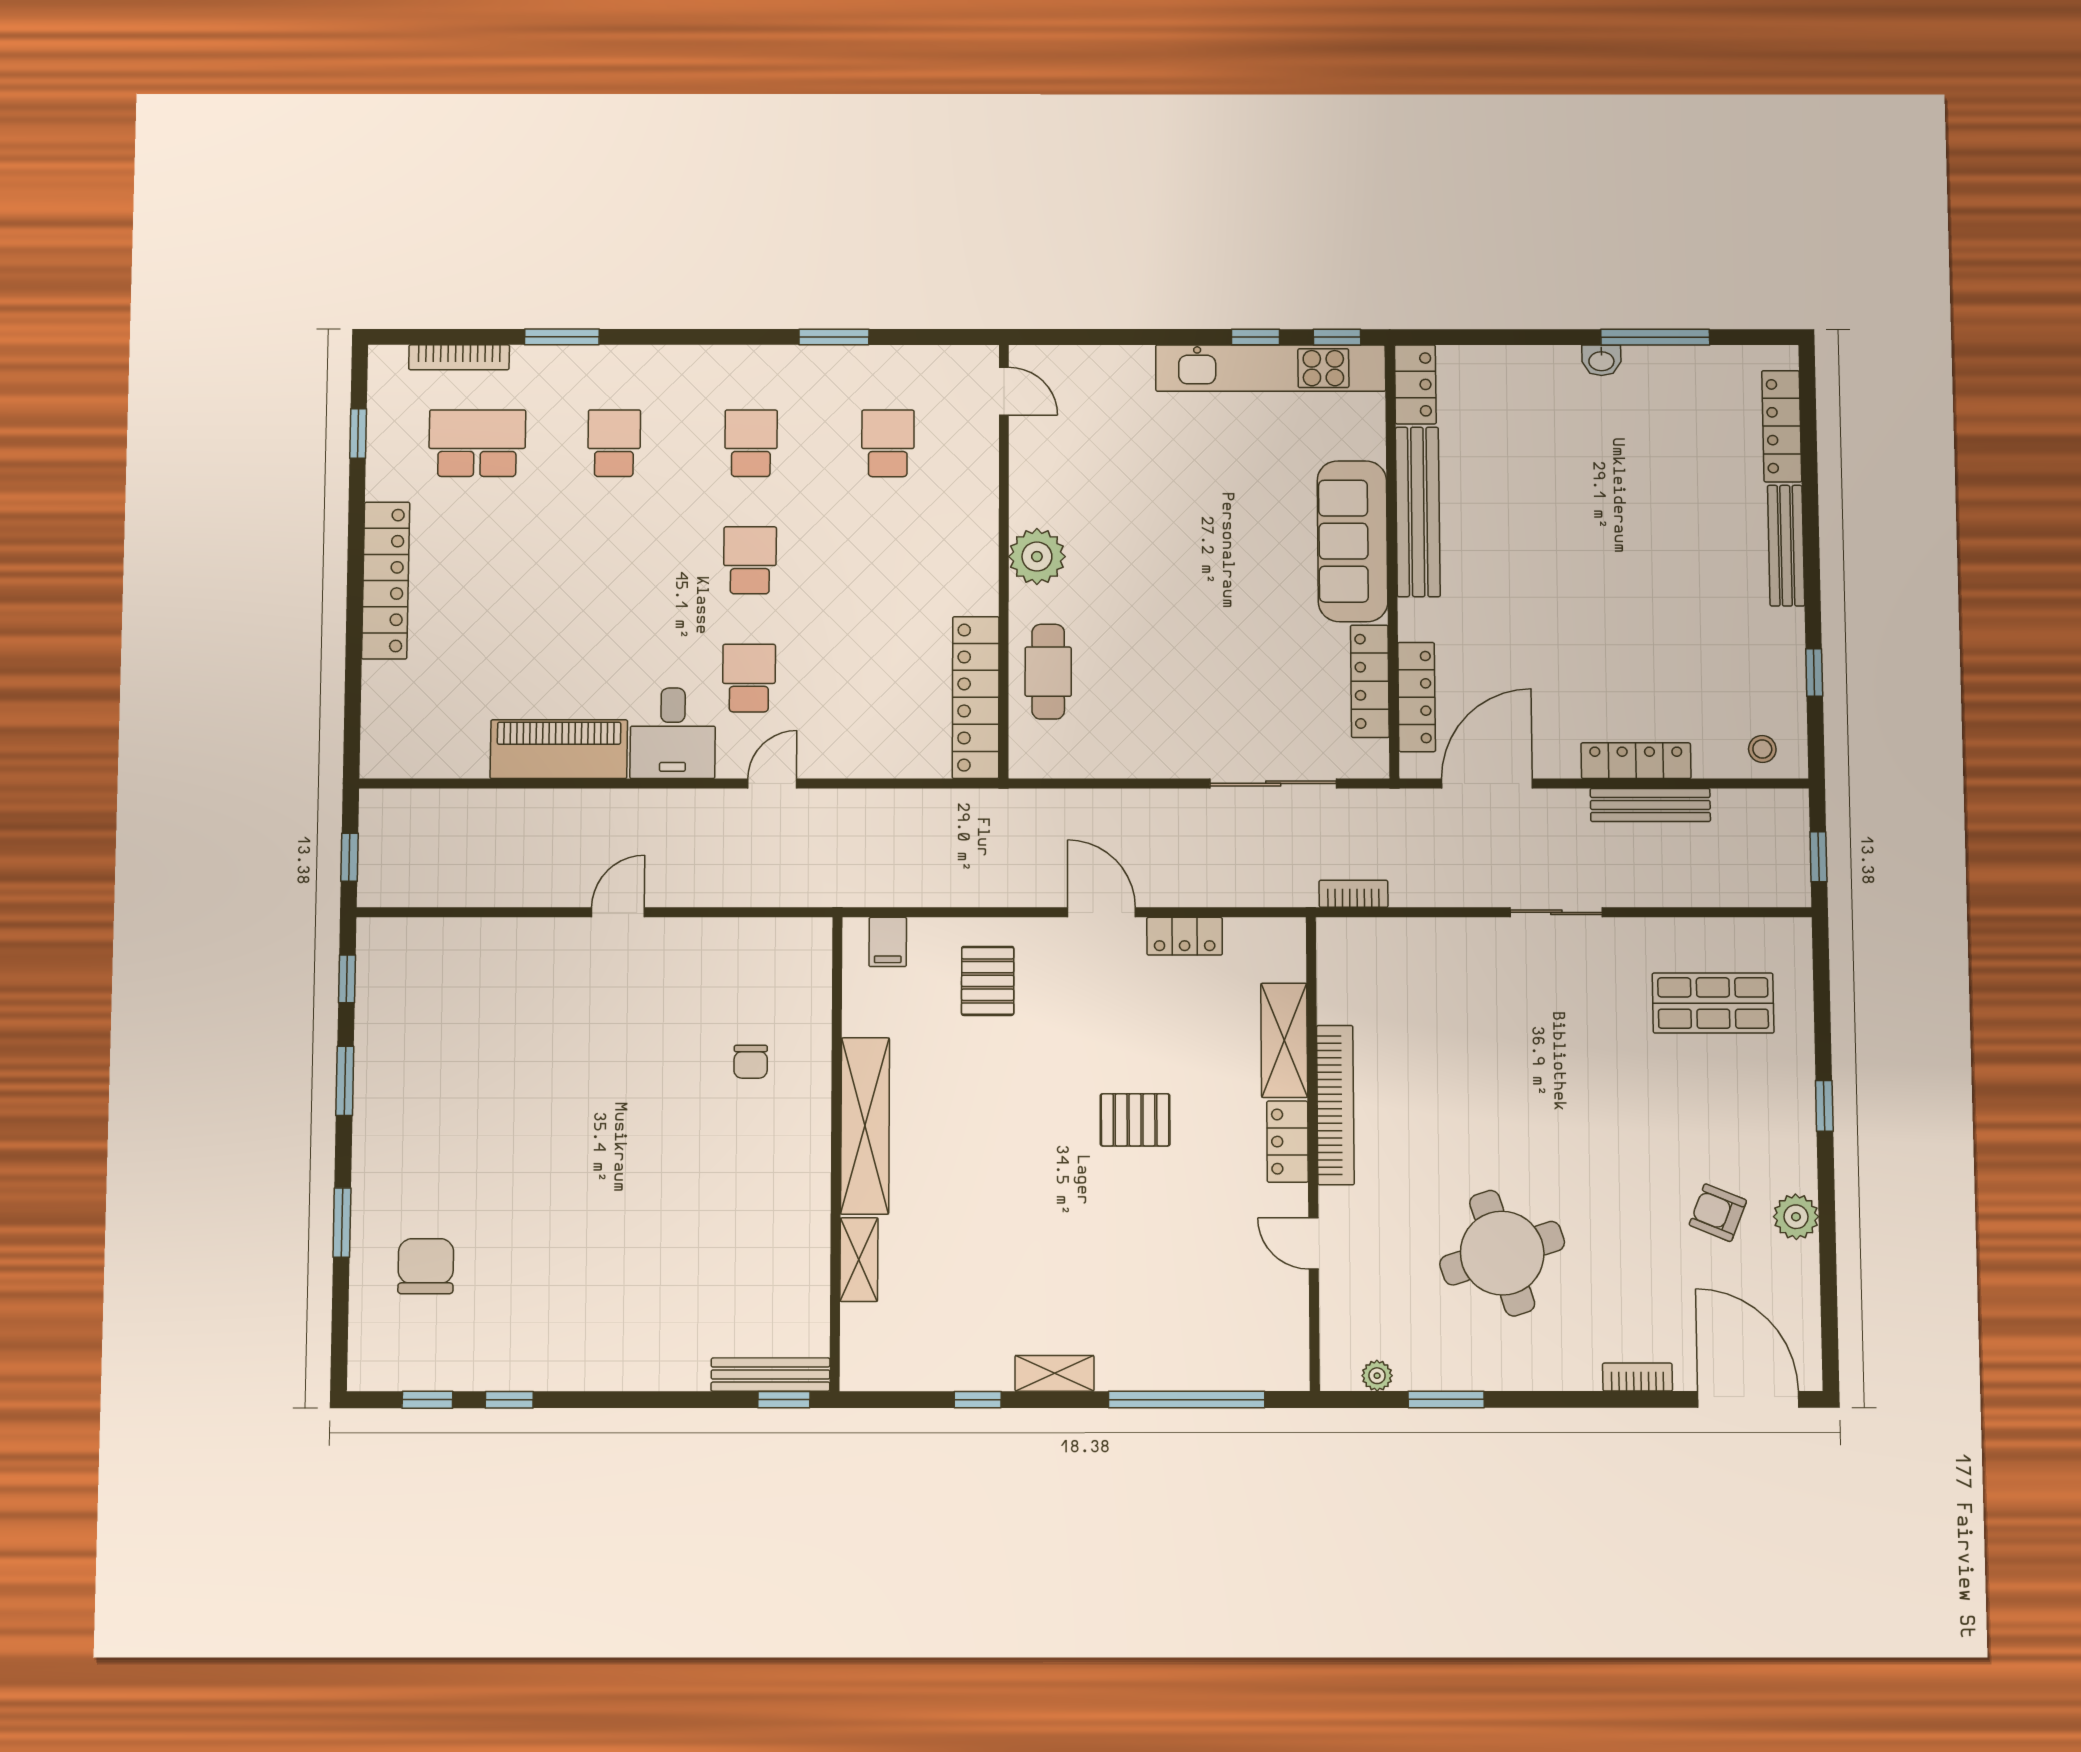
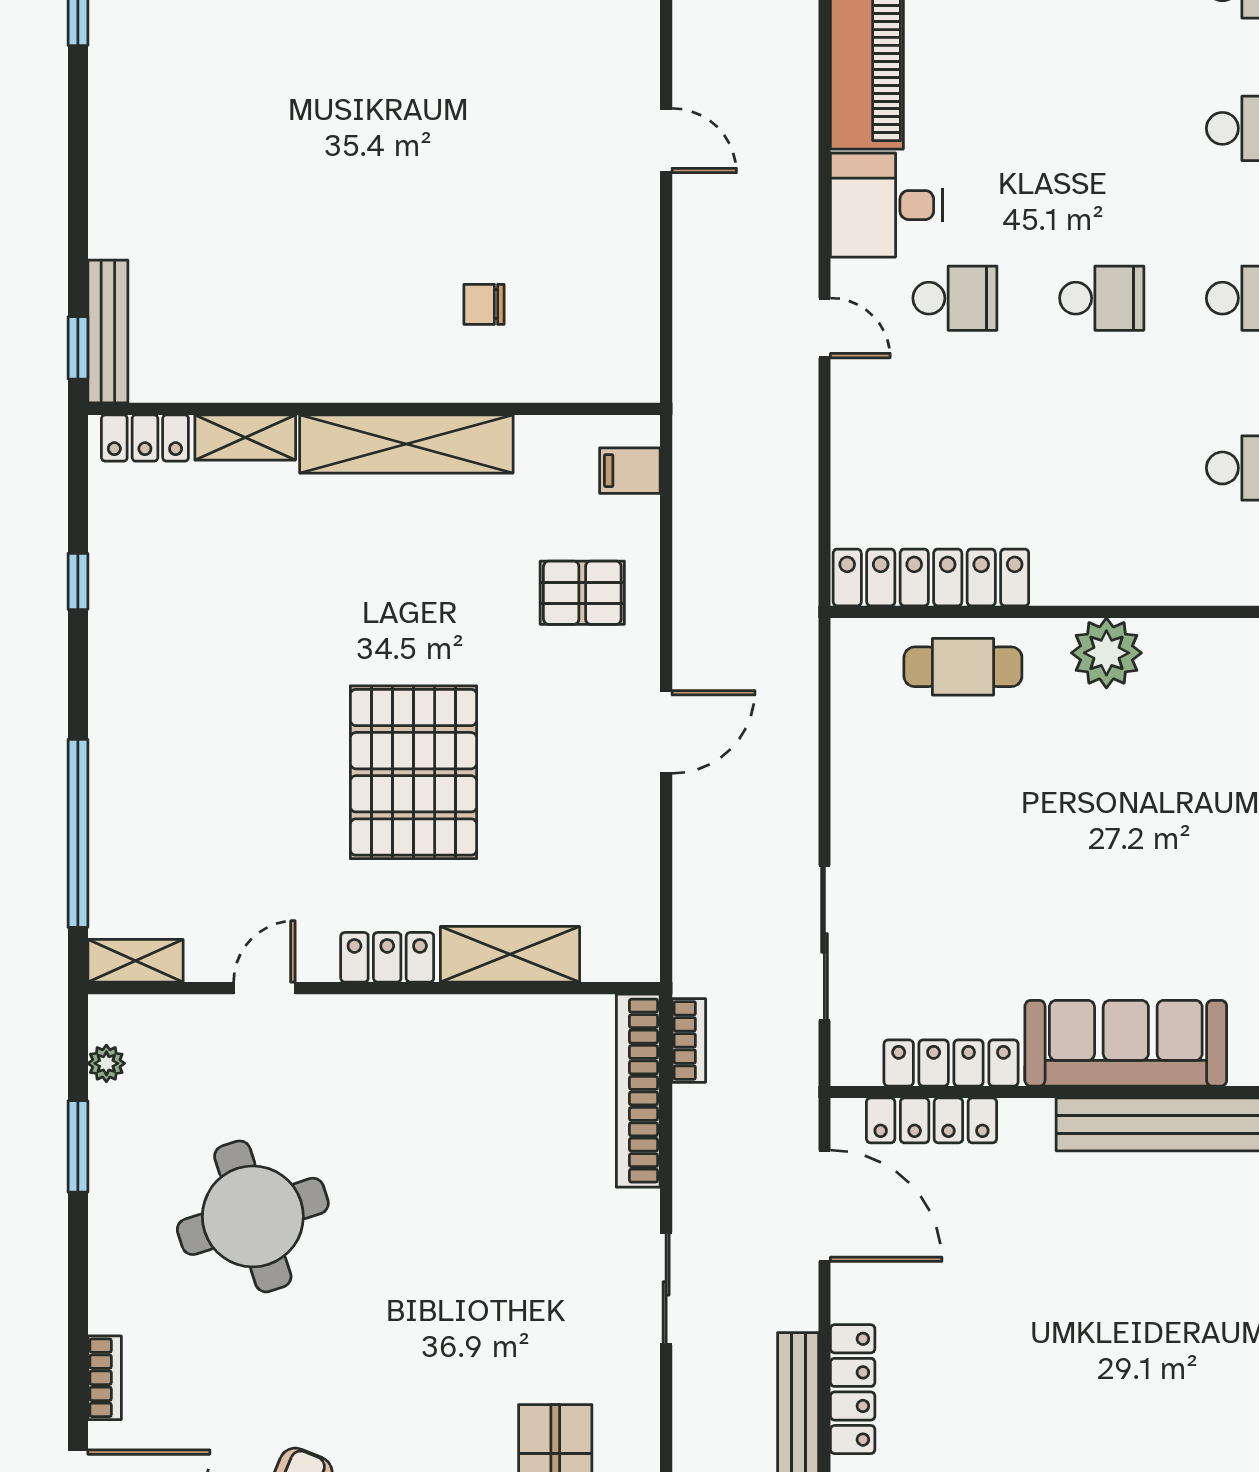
locker: (1185, 936) -> (145, 438), moved, turned -90
bookcase: (1335, 1105) -> (638, 1091), moved, turned 90
pallet: (1135, 1120) -> (414, 772), width x2.05, depth x2.00
shelving: (1055, 1373) -> (135, 961), moved, turned 90

